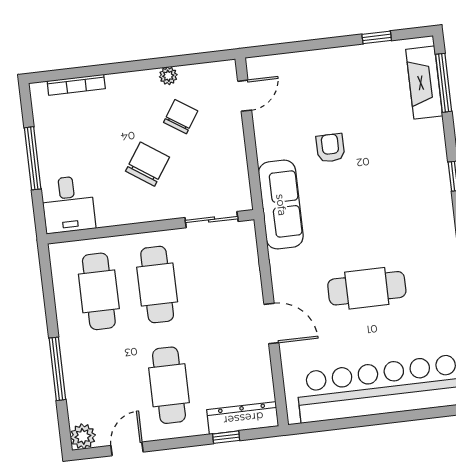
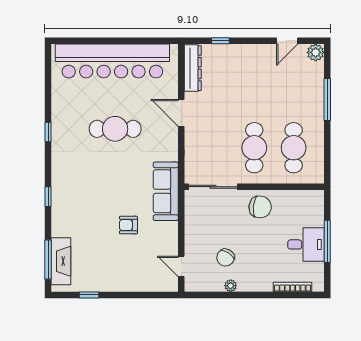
door: (245, 96) -> (181, 266), hinge flipped
armchair: (330, 148) -> (128, 225), turned 90
chair: (147, 164) -> (260, 207), moved, turned -118
desk: (68, 204) -> (306, 244), moved, turned 90
sliding door: (212, 220) -> (213, 187), width x1.37
cafe table: (169, 385) -> (254, 80), removed
dresser: (243, 418) -> (193, 68), moved, turned -90

